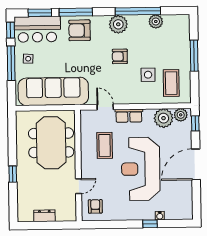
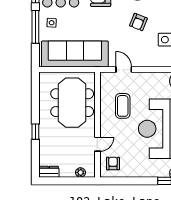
armchair: (120, 56) -> (138, 22), turned -68
row of seats: (129, 116) -> (146, 78), removed
dresser: (44, 216) -> (49, 172), moved
plant: (61, 216) -> (80, 172), added

